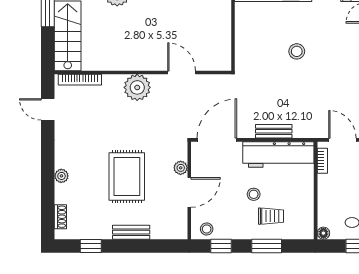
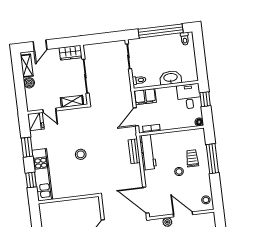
bench: (274, 131) -> (134, 151), moved
workbench: (278, 154) -> (148, 152), width x0.73, depth x0.76
window: (221, 246) -> (216, 189), removed
window: (267, 246) -> (212, 159), width x1.44

